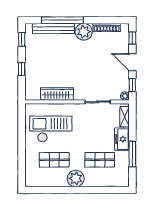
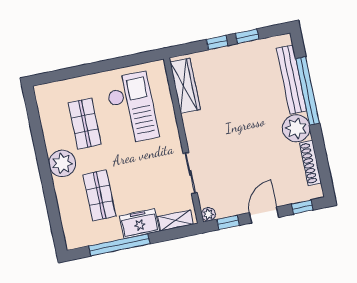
window: (22, 39) -> (247, 36), moved
wardrobe: (57, 94) -> (185, 86), moved
window: (132, 154) -> (119, 245), width x1.46

